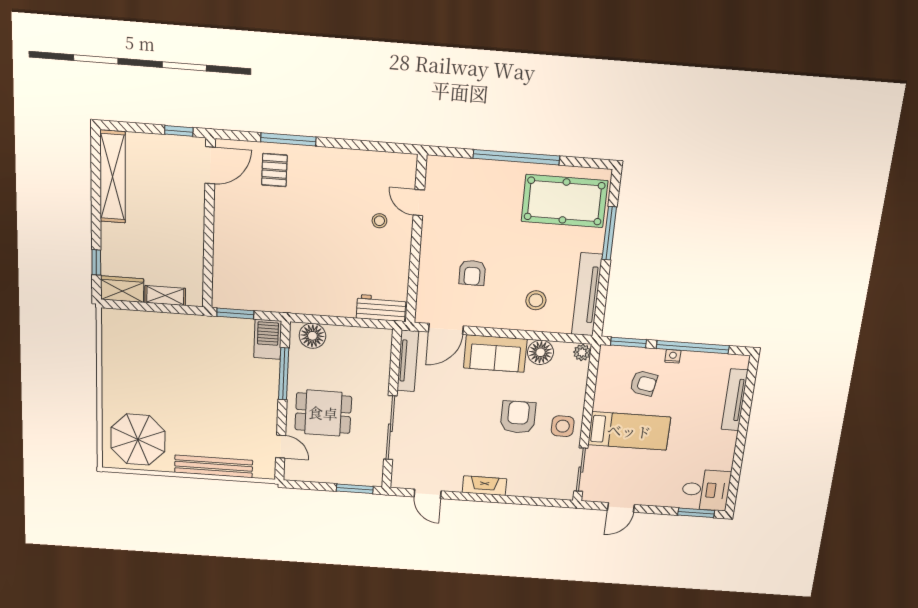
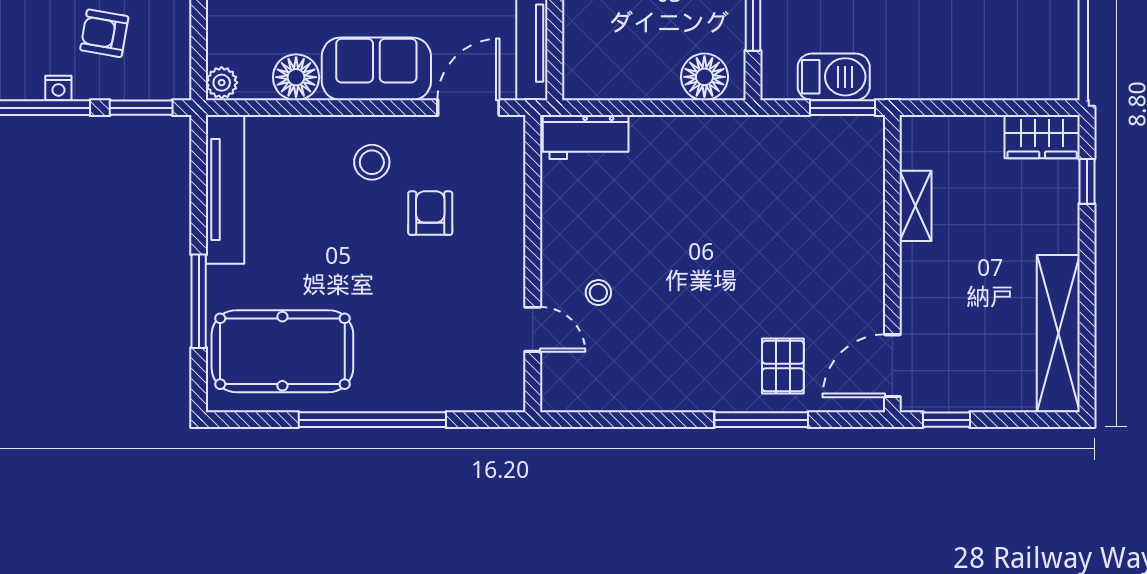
shelving: (165, 296) -> (916, 206), moved, turned 90
stool: (536, 300) -> (372, 162), moved
barbecue: (268, 339) -> (834, 77), moved, turned -90

